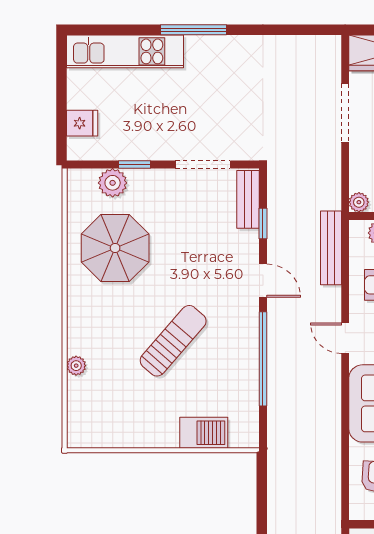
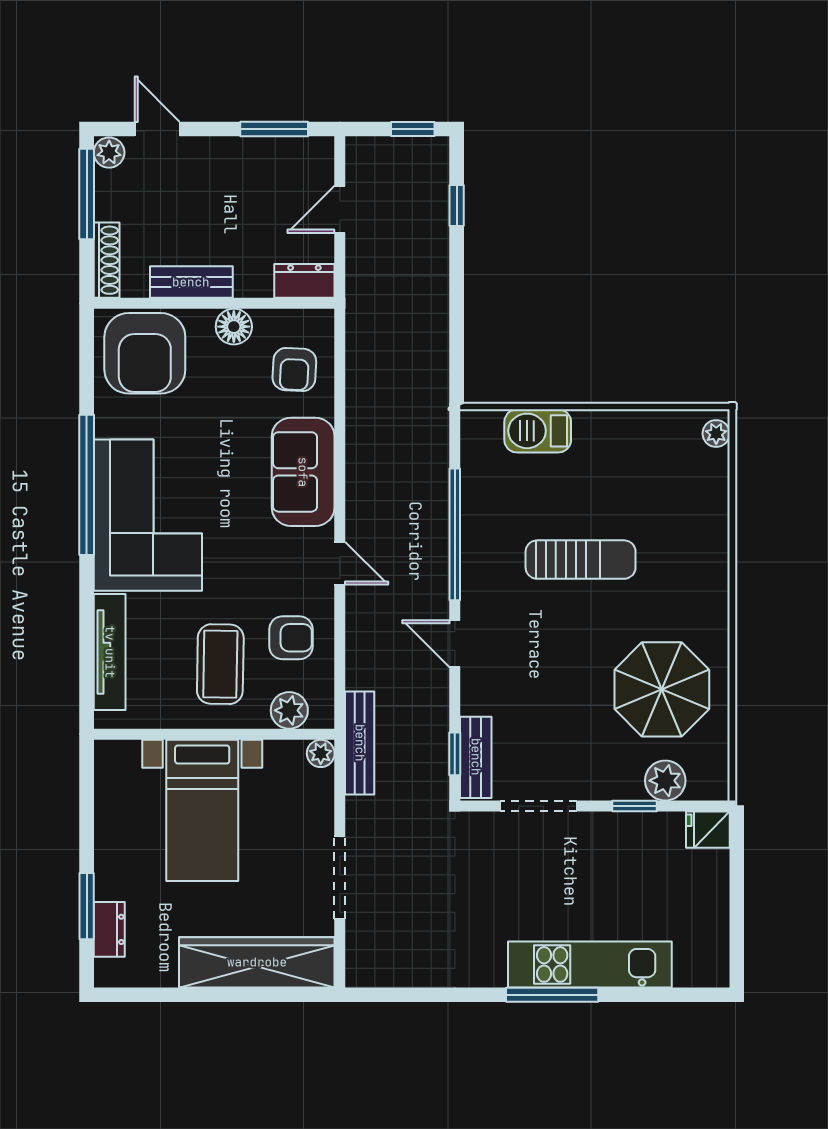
kitchen unit: (125, 51) -> (590, 964), moved
fridge: (82, 123) -> (708, 830), moved
window: (263, 223) -> (455, 754), moved
bench: (331, 248) -> (360, 743), moved
sun lounger: (173, 341) -> (581, 560), turned -131
plant: (76, 366) -> (716, 434), moved

